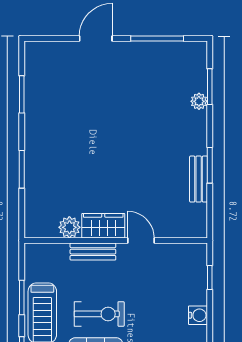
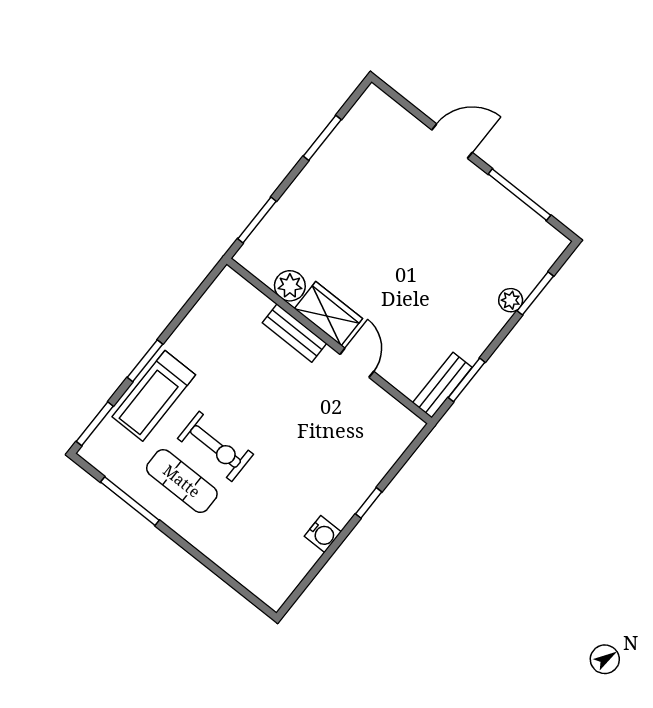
wardrobe: (103, 226) -> (328, 314), moved
plant: (69, 227) -> (290, 286), moved
wall: (116, 241) -> (329, 341), moved
door: (141, 241) -> (357, 363), moved
bench: (93, 252) -> (294, 333), moved

